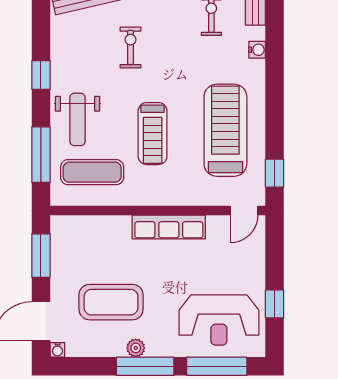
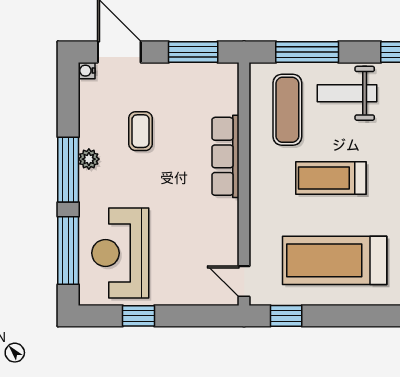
treadmill: (225, 130) -> (335, 260), turned 180
row of seats: (169, 227) -> (225, 156), moved
coffee table: (111, 302) -> (141, 131), width x0.54, depth x0.58

